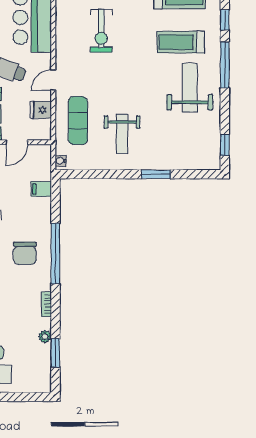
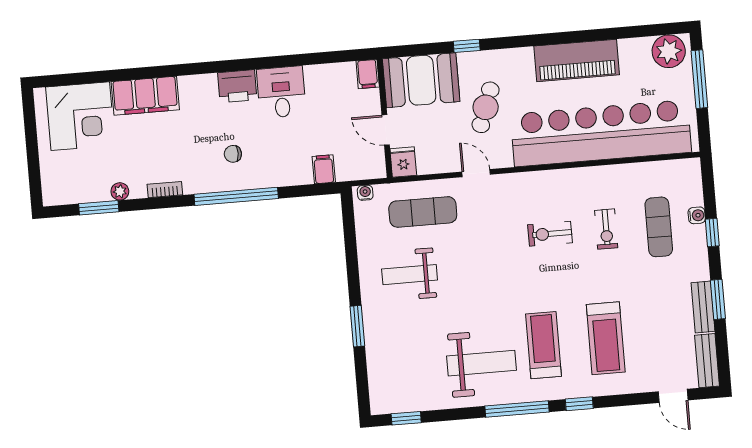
exercise bike: (101, 31) -> (550, 234), width x0.73, depth x0.72
fridge: (41, 110) -> (403, 162), moved
chair: (25, 253) -> (233, 154), width x0.54, depth x0.54

